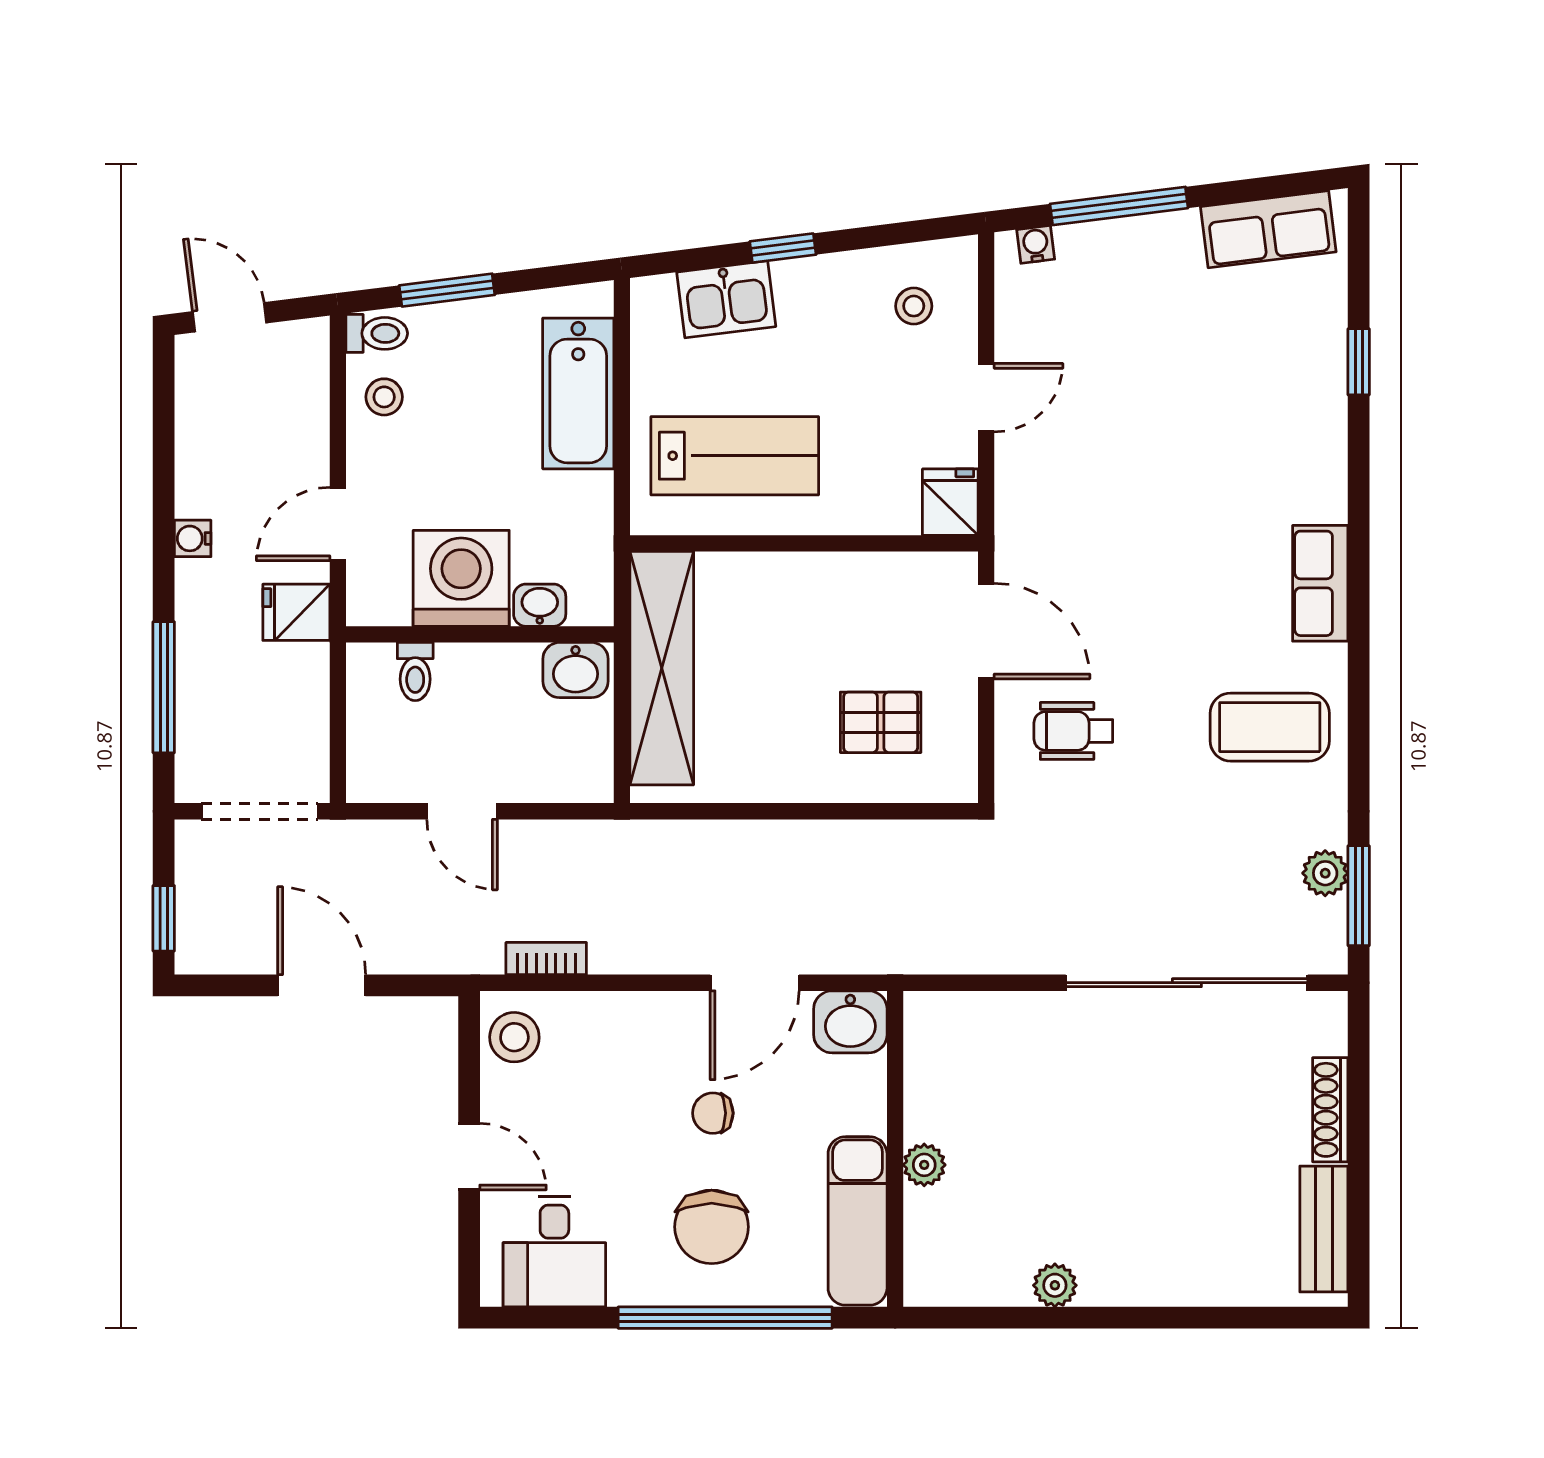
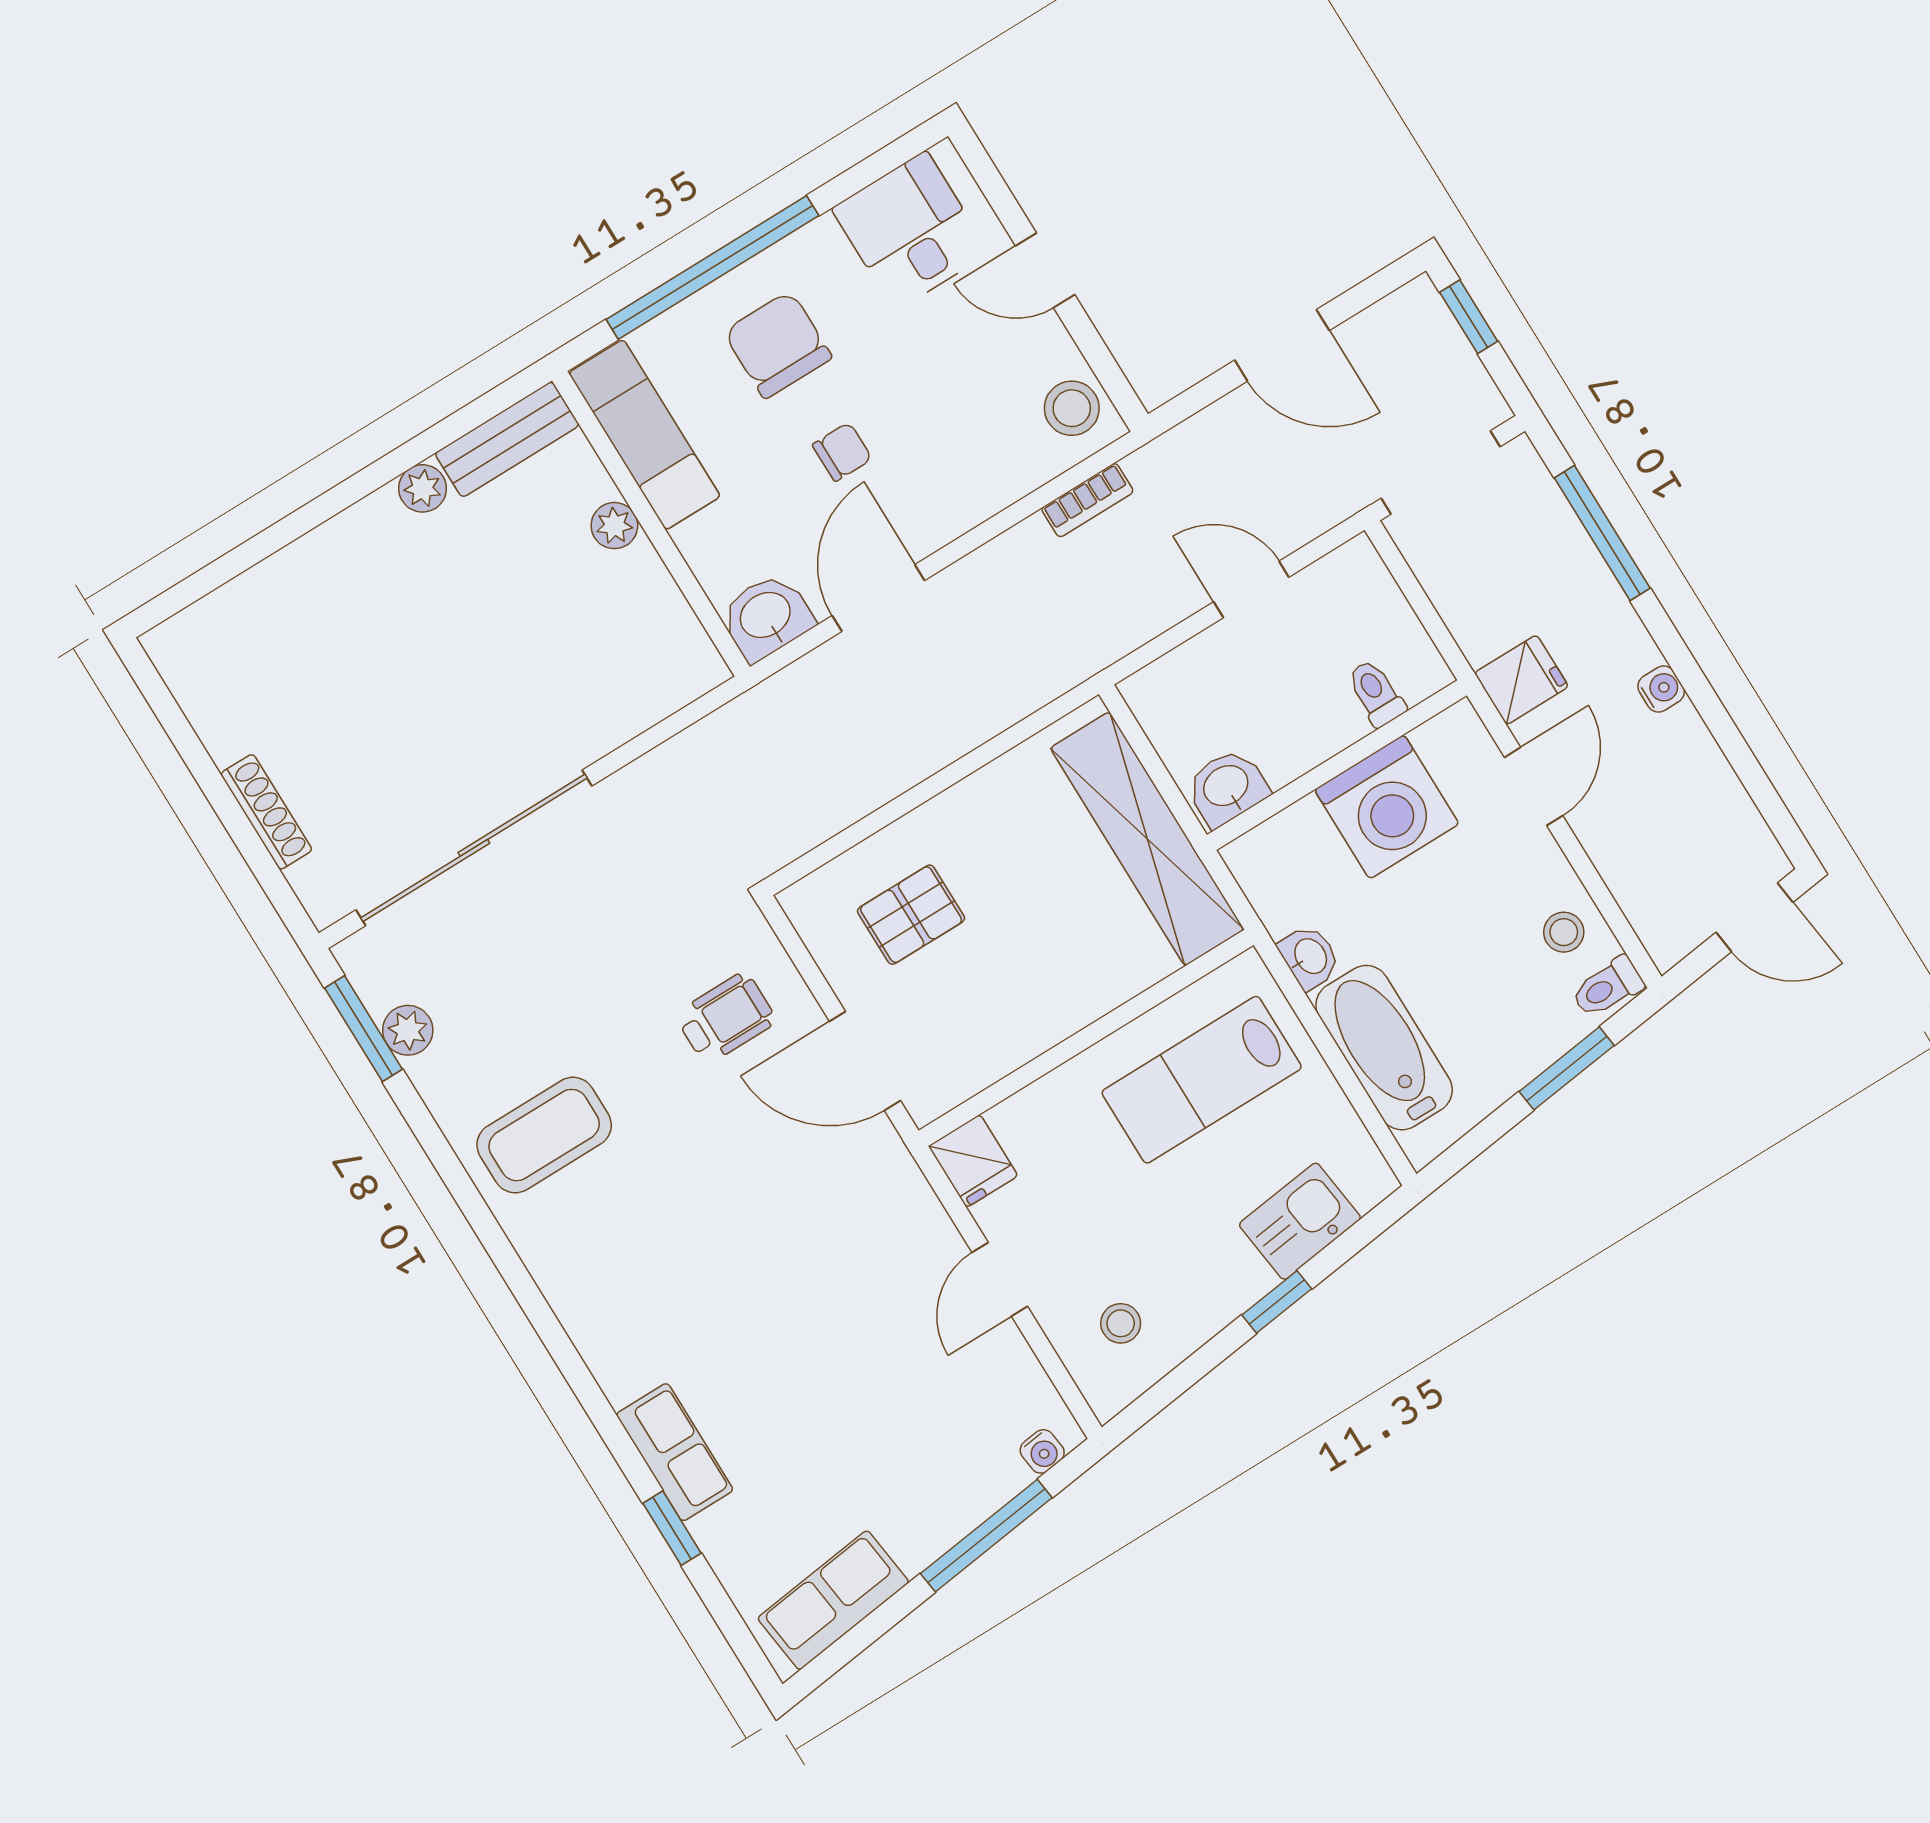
row of seats: (1320, 583) -> (675, 1452), moved
washbasin: (540, 605) -> (1309, 957), moved, turned -90
bench: (1324, 1229) -> (507, 439), moved, turned 90

